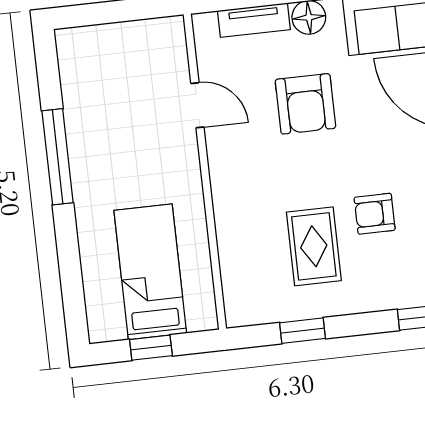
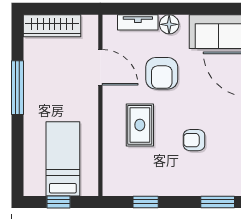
wardrobe: (105, 43) -> (52, 26), added
door: (197, 105) -> (100, 67), width x1.38
rug: (314, 246) -> (140, 125), moved

